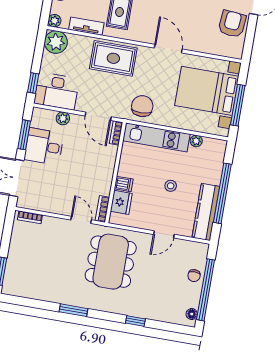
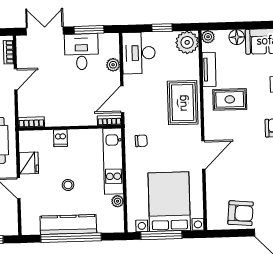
window: (33, 83) -> (162, 28), moved
chair: (142, 106) -> (141, 141), width x0.54, depth x0.54
fridge: (121, 202) -> (29, 163), moved, turned -90
kitchen counter: (206, 212) -> (68, 225), moved
door: (81, 220) -> (16, 79), moved

